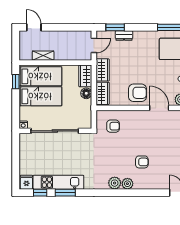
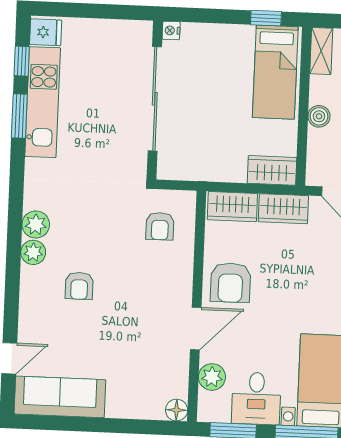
boiler: (60, 55) -> (319, 116), added
shelving: (43, 56) -> (321, 51), moved
floor lamp: (86, 93) -> (234, 171), removed
bed: (40, 96) -> (232, 70), removed

